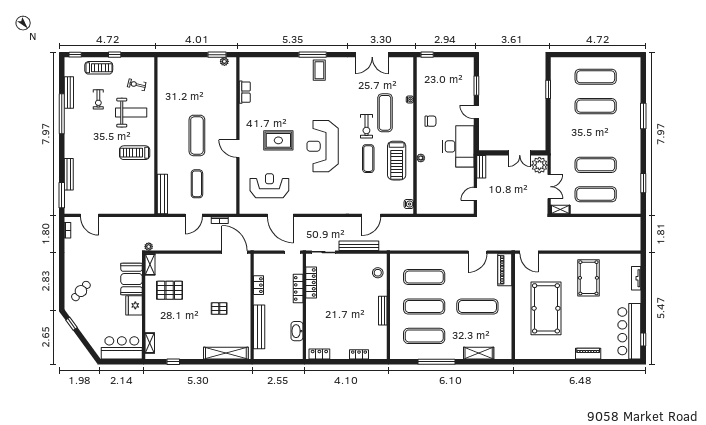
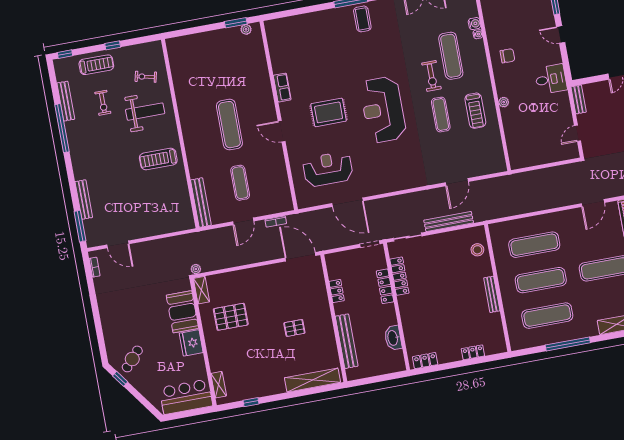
row of seats: (245, 92) -> (282, 88), moved
desk: (458, 146) -> (551, 79), width x0.53, depth x0.77
treadmill: (397, 161) -> (475, 111), width x0.73, depth x0.73
water cooler: (409, 204) -> (474, 24), moved
cafe table: (81, 291) -> (132, 359), moved

